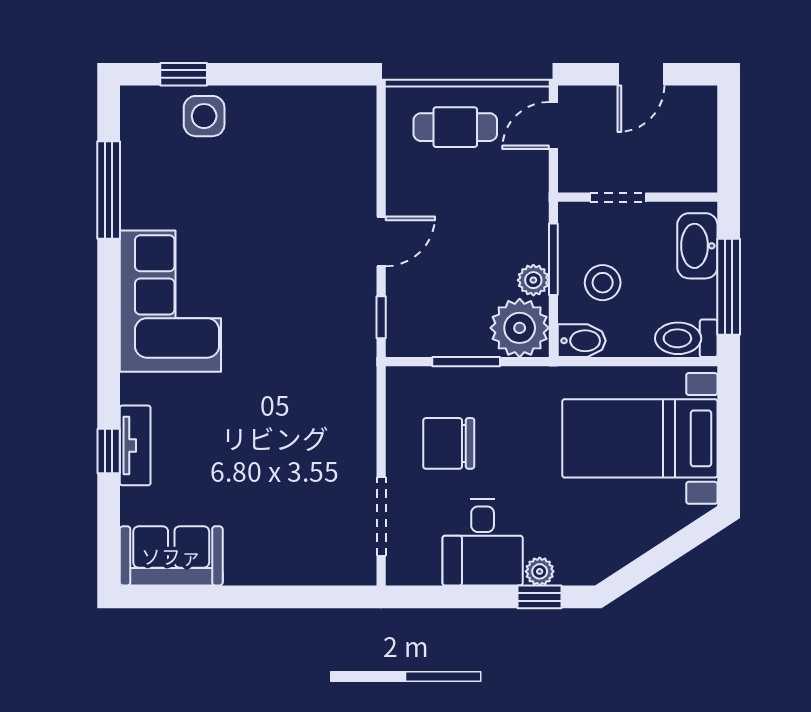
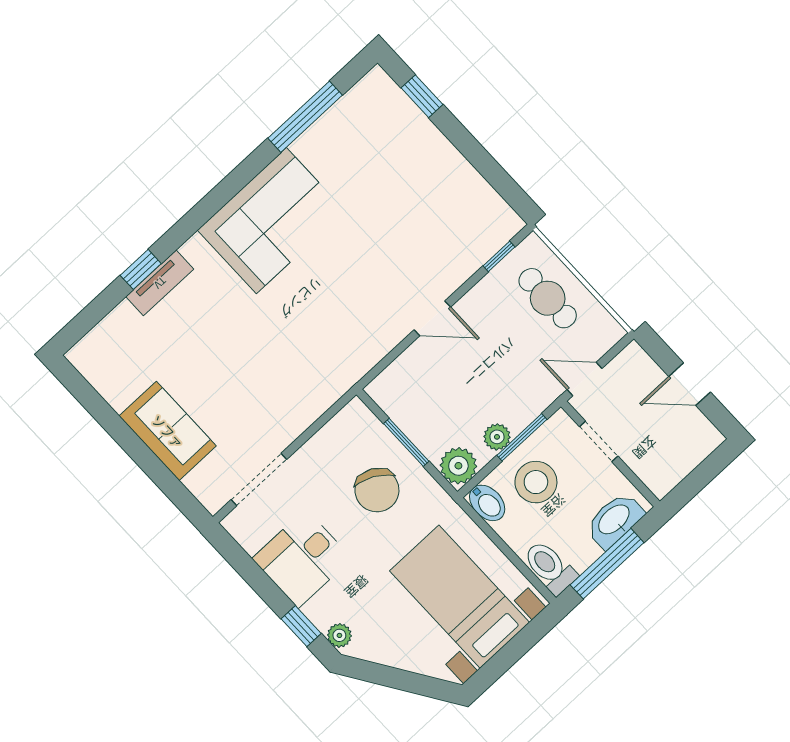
side table: (204, 116) -> (408, 133), removed
door: (553, 126) -> (585, 379), moved
stool: (603, 283) -> (536, 482), width x1.38, depth x1.38
window: (381, 317) -> (499, 256), moved
plant: (520, 328) -> (458, 466), width x0.73, depth x0.73
chair: (449, 443) -> (377, 490), moved, turned -152
sofa: (171, 556) -> (168, 431), moved
plant: (540, 571) -> (339, 635), moved

